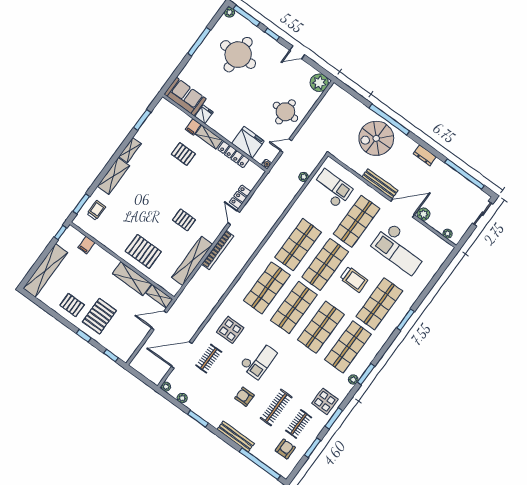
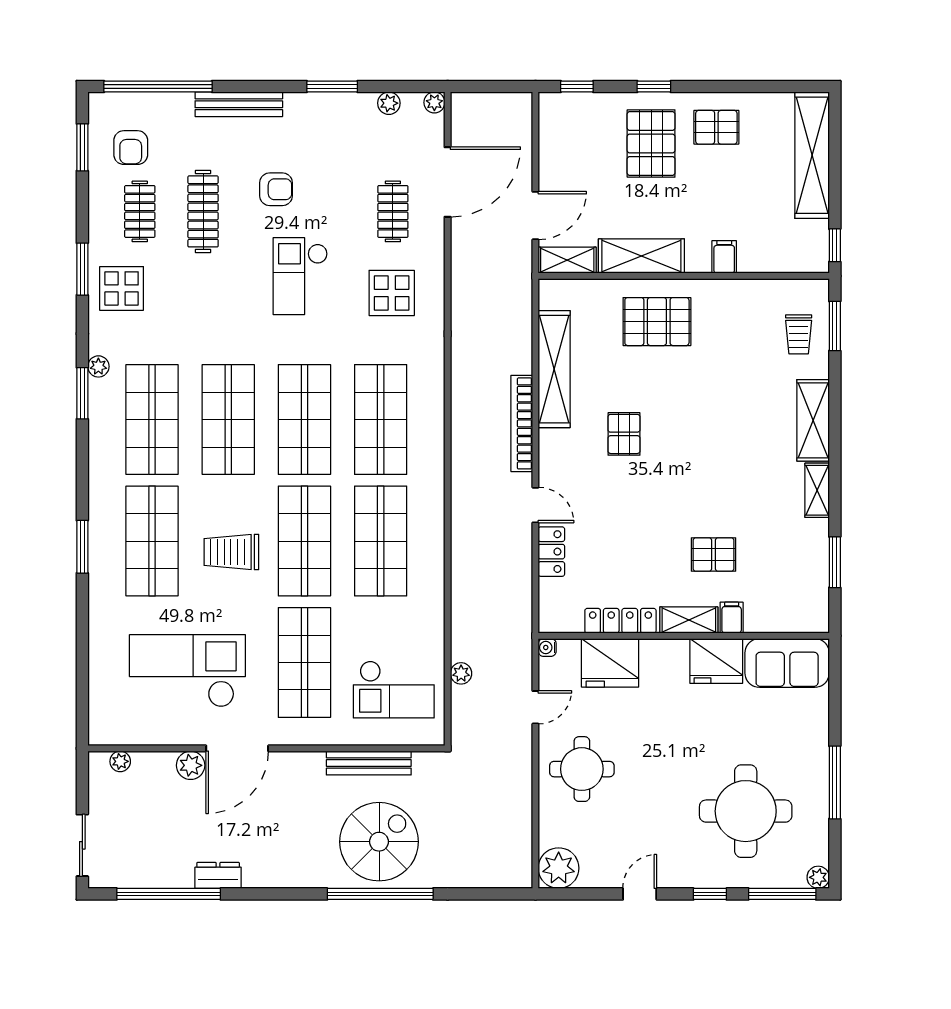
fridge: (204, 114) -> (716, 661), width x1.88, depth x1.34
dresser: (425, 155) -> (218, 875), moved
bench: (380, 184) -> (369, 763), moved
pallet: (184, 220) -> (624, 434), turned 90
filing cabinet: (86, 245) -> (724, 257), moved
window: (313, 448) -> (82, 147), moved

